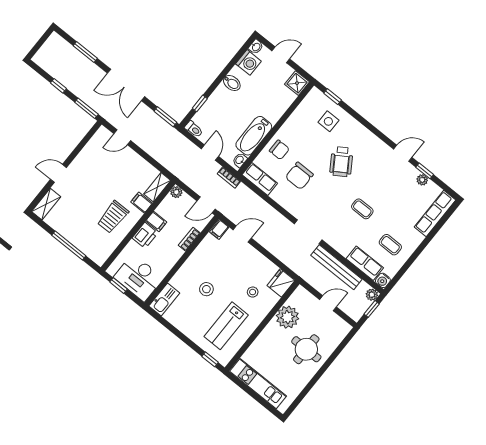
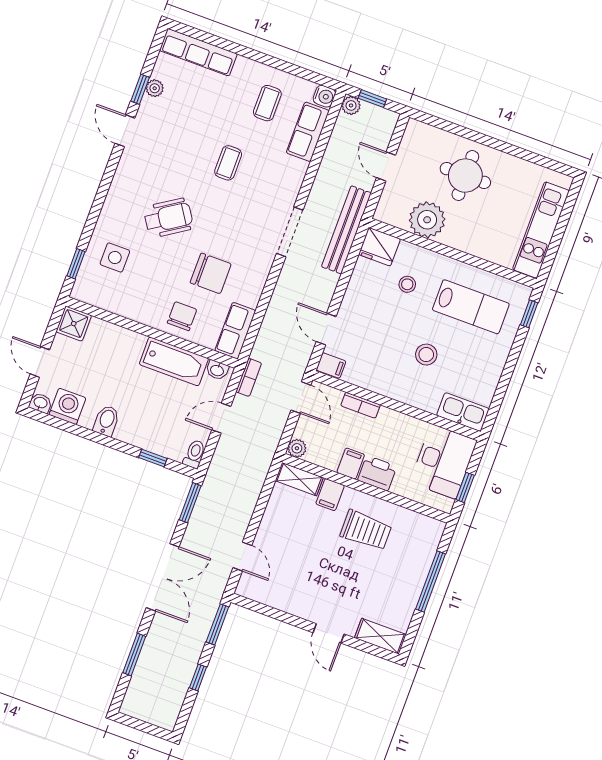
bench: (336, 267) -> (346, 230), moved

